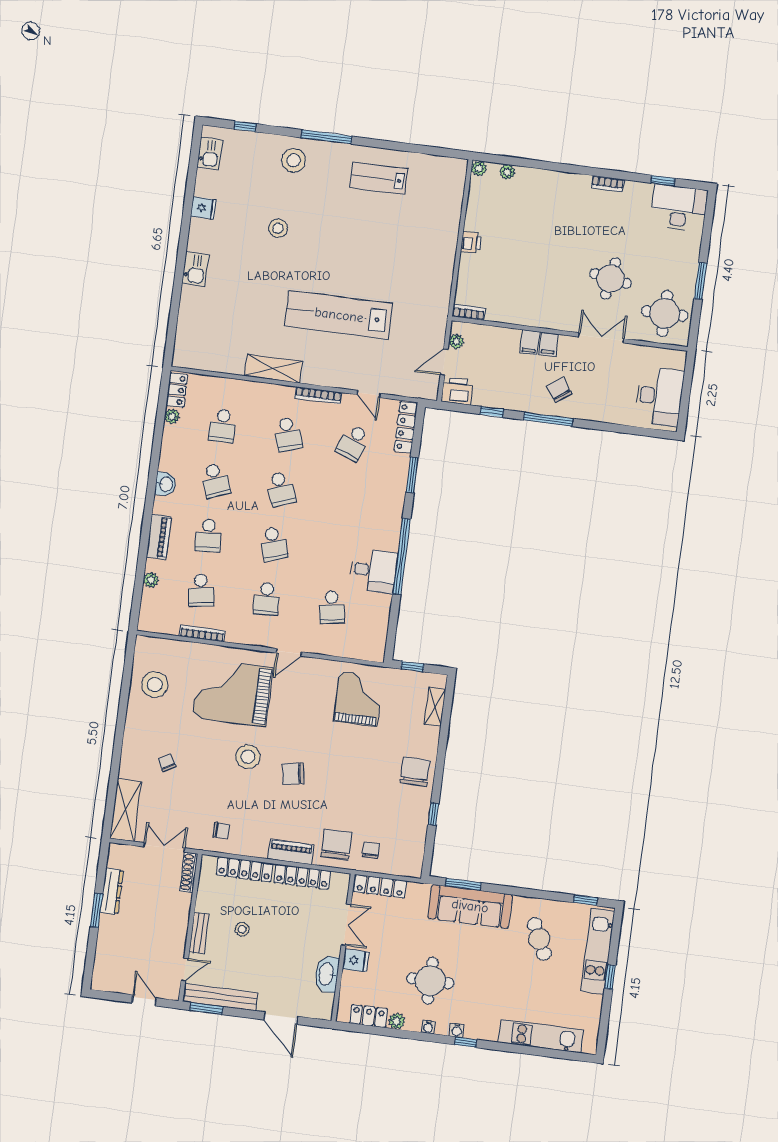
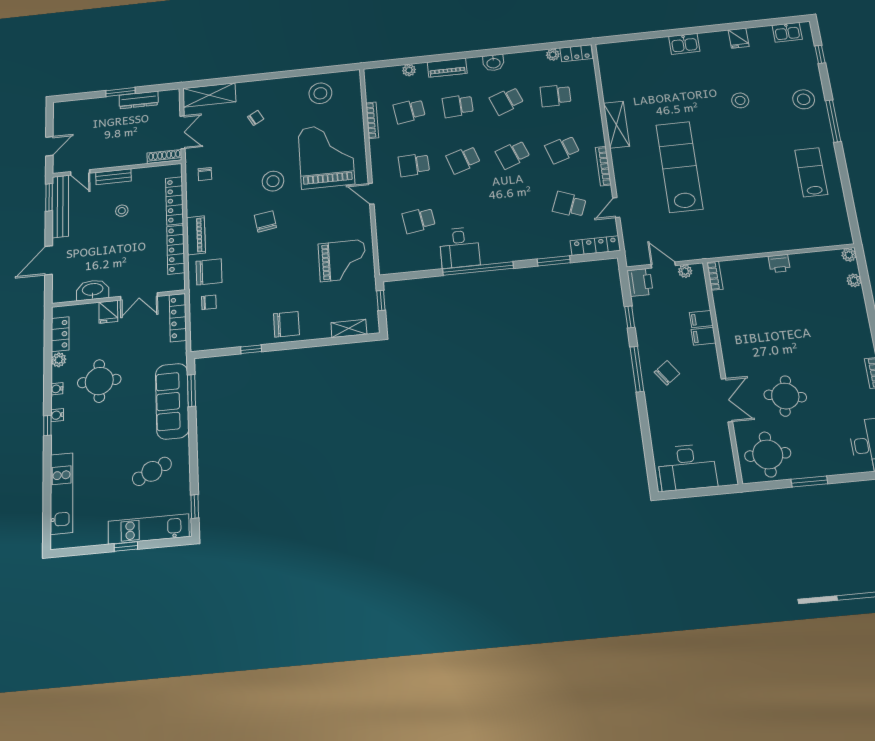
filing cabinet: (549, 344) -> (701, 319), moved

